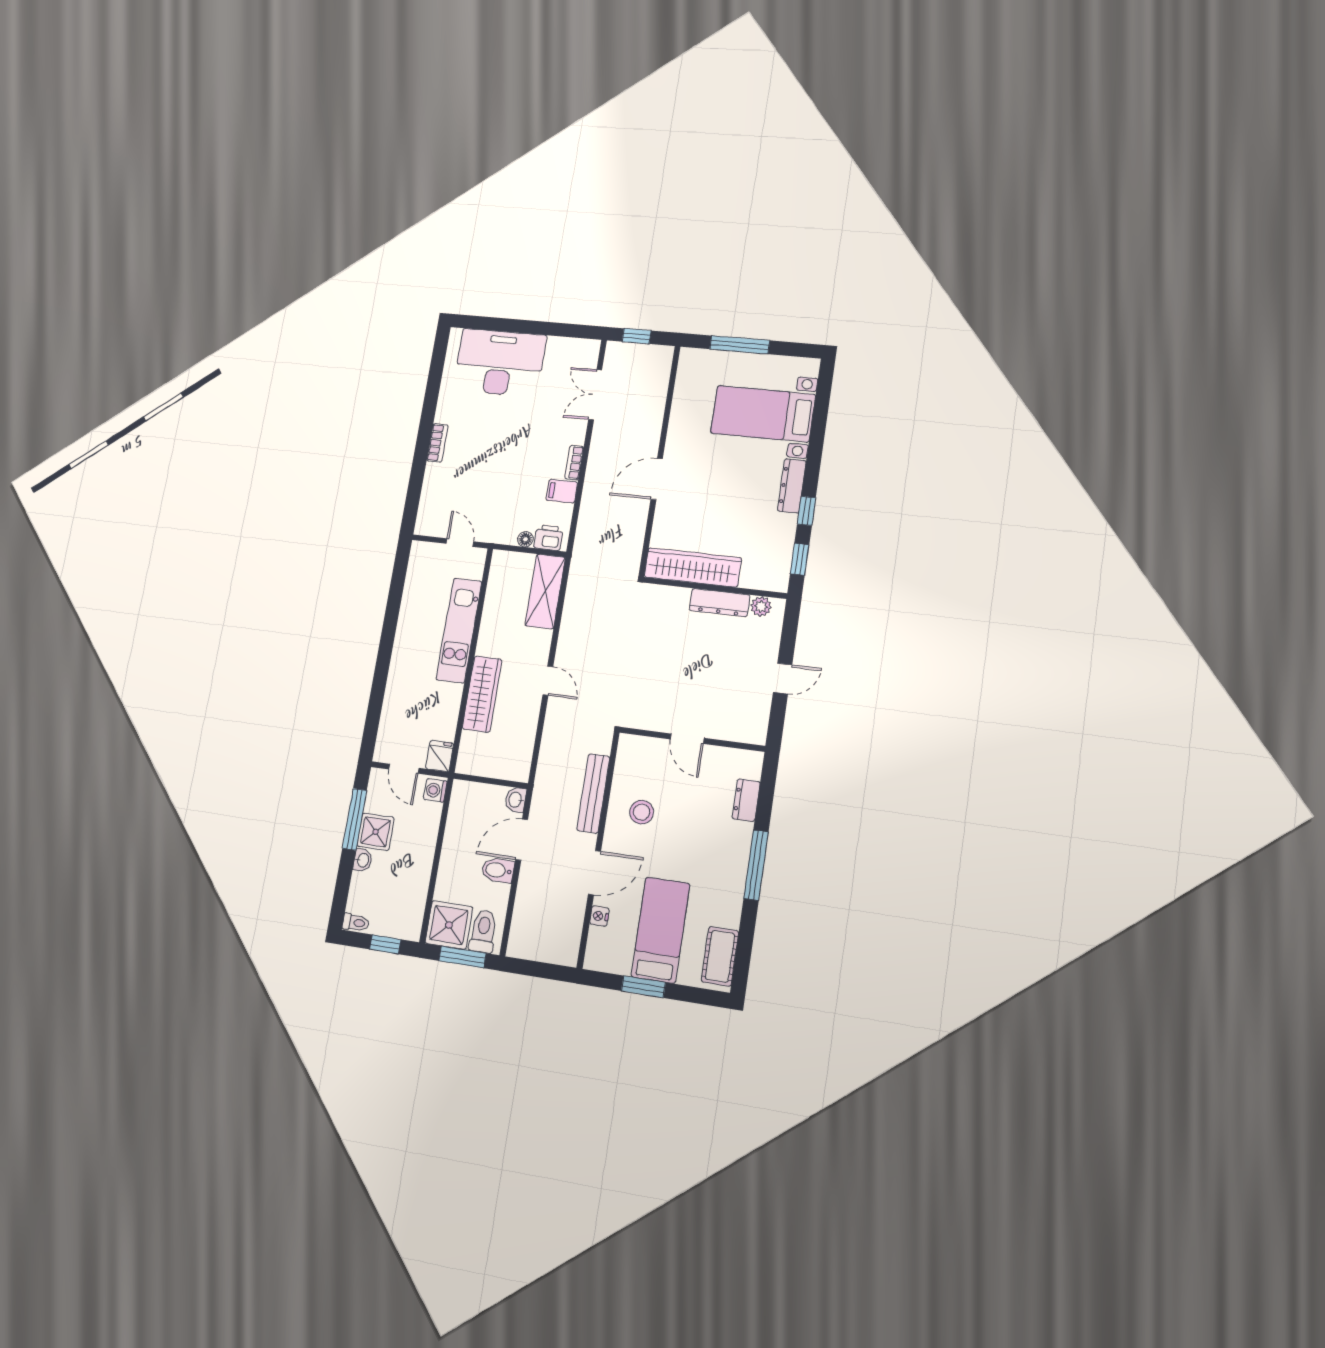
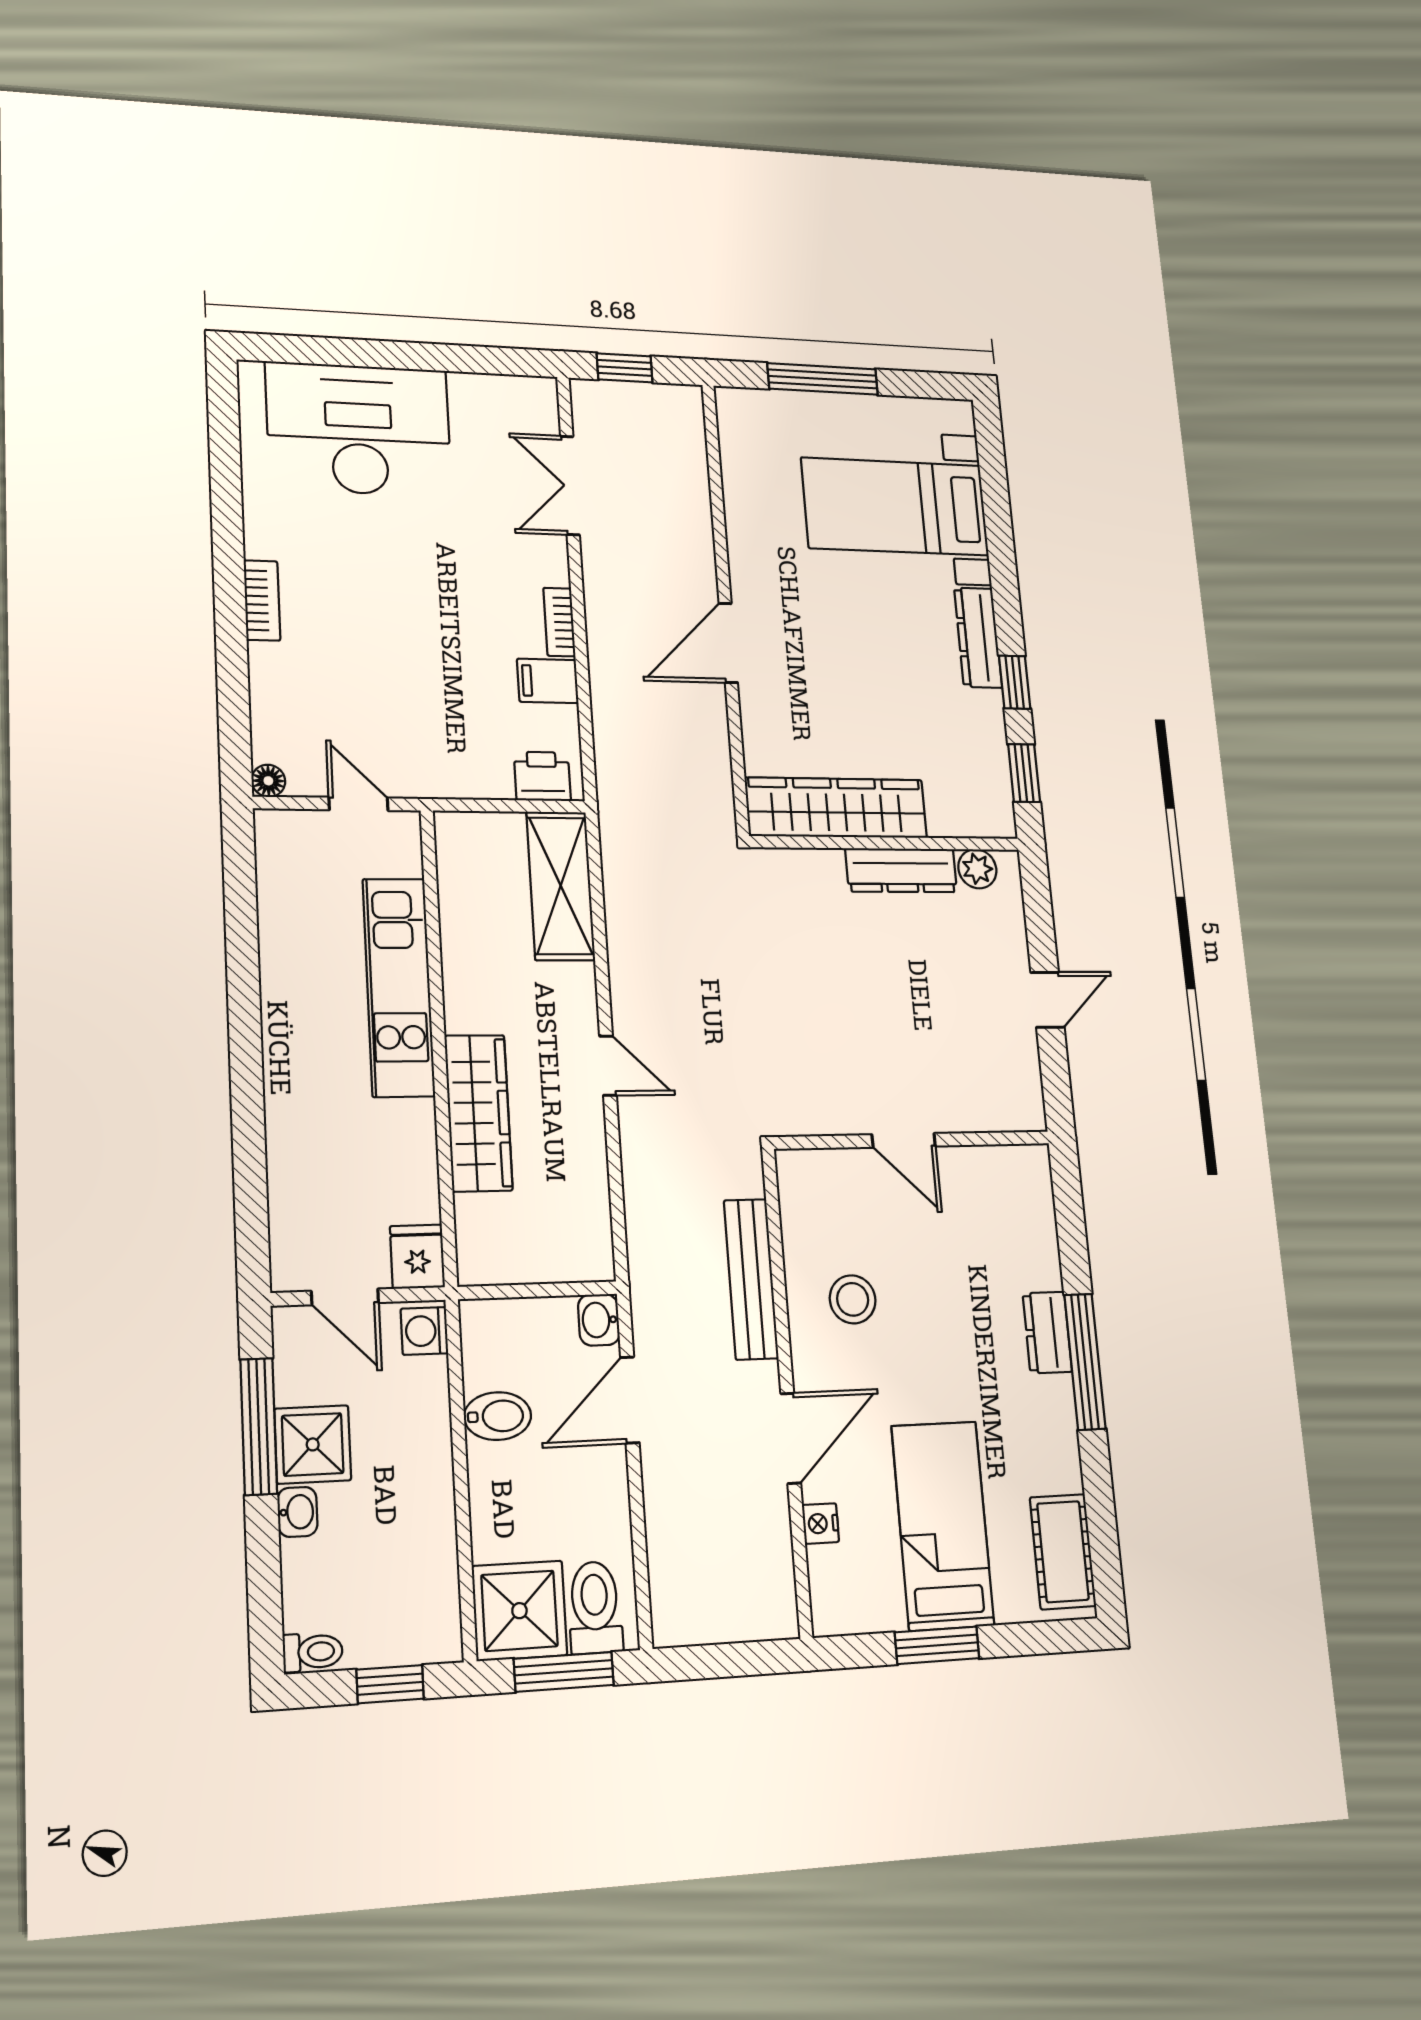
floor lamp: (525, 539) -> (268, 781), moved
dresser: (746, 800) -> (1047, 1332), moved
bidet: (498, 870) -> (498, 1416), moved, turned 180

